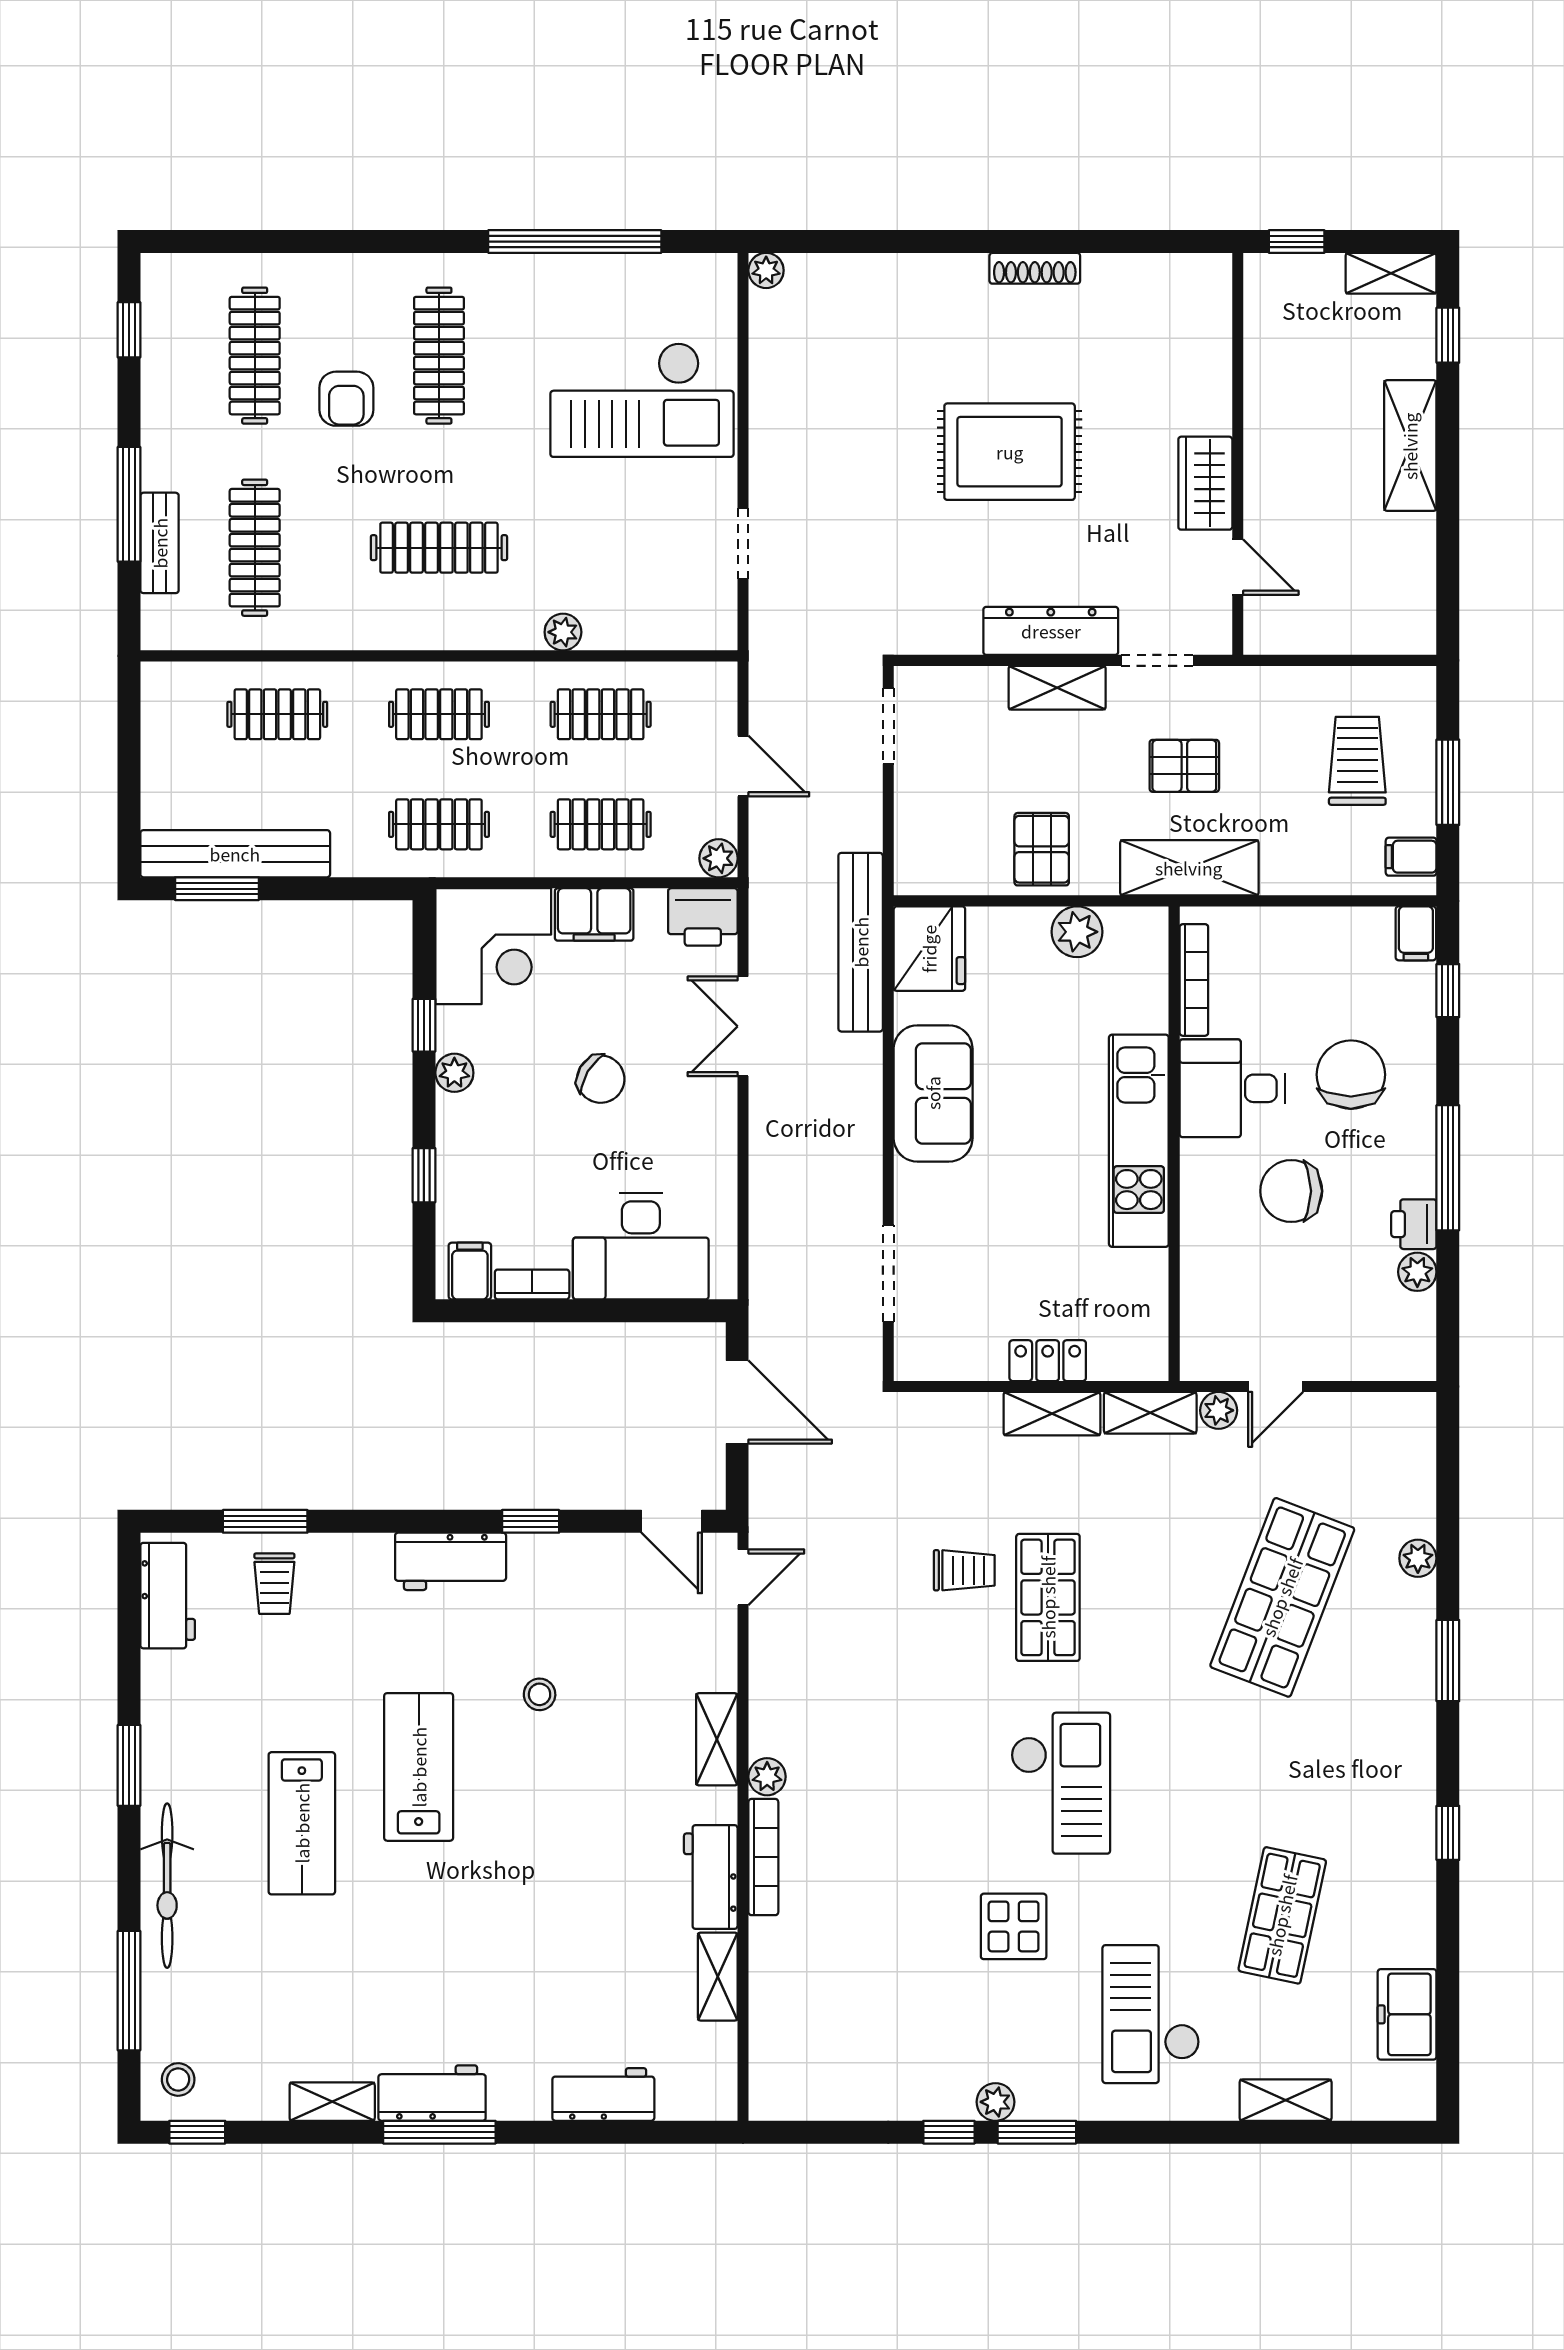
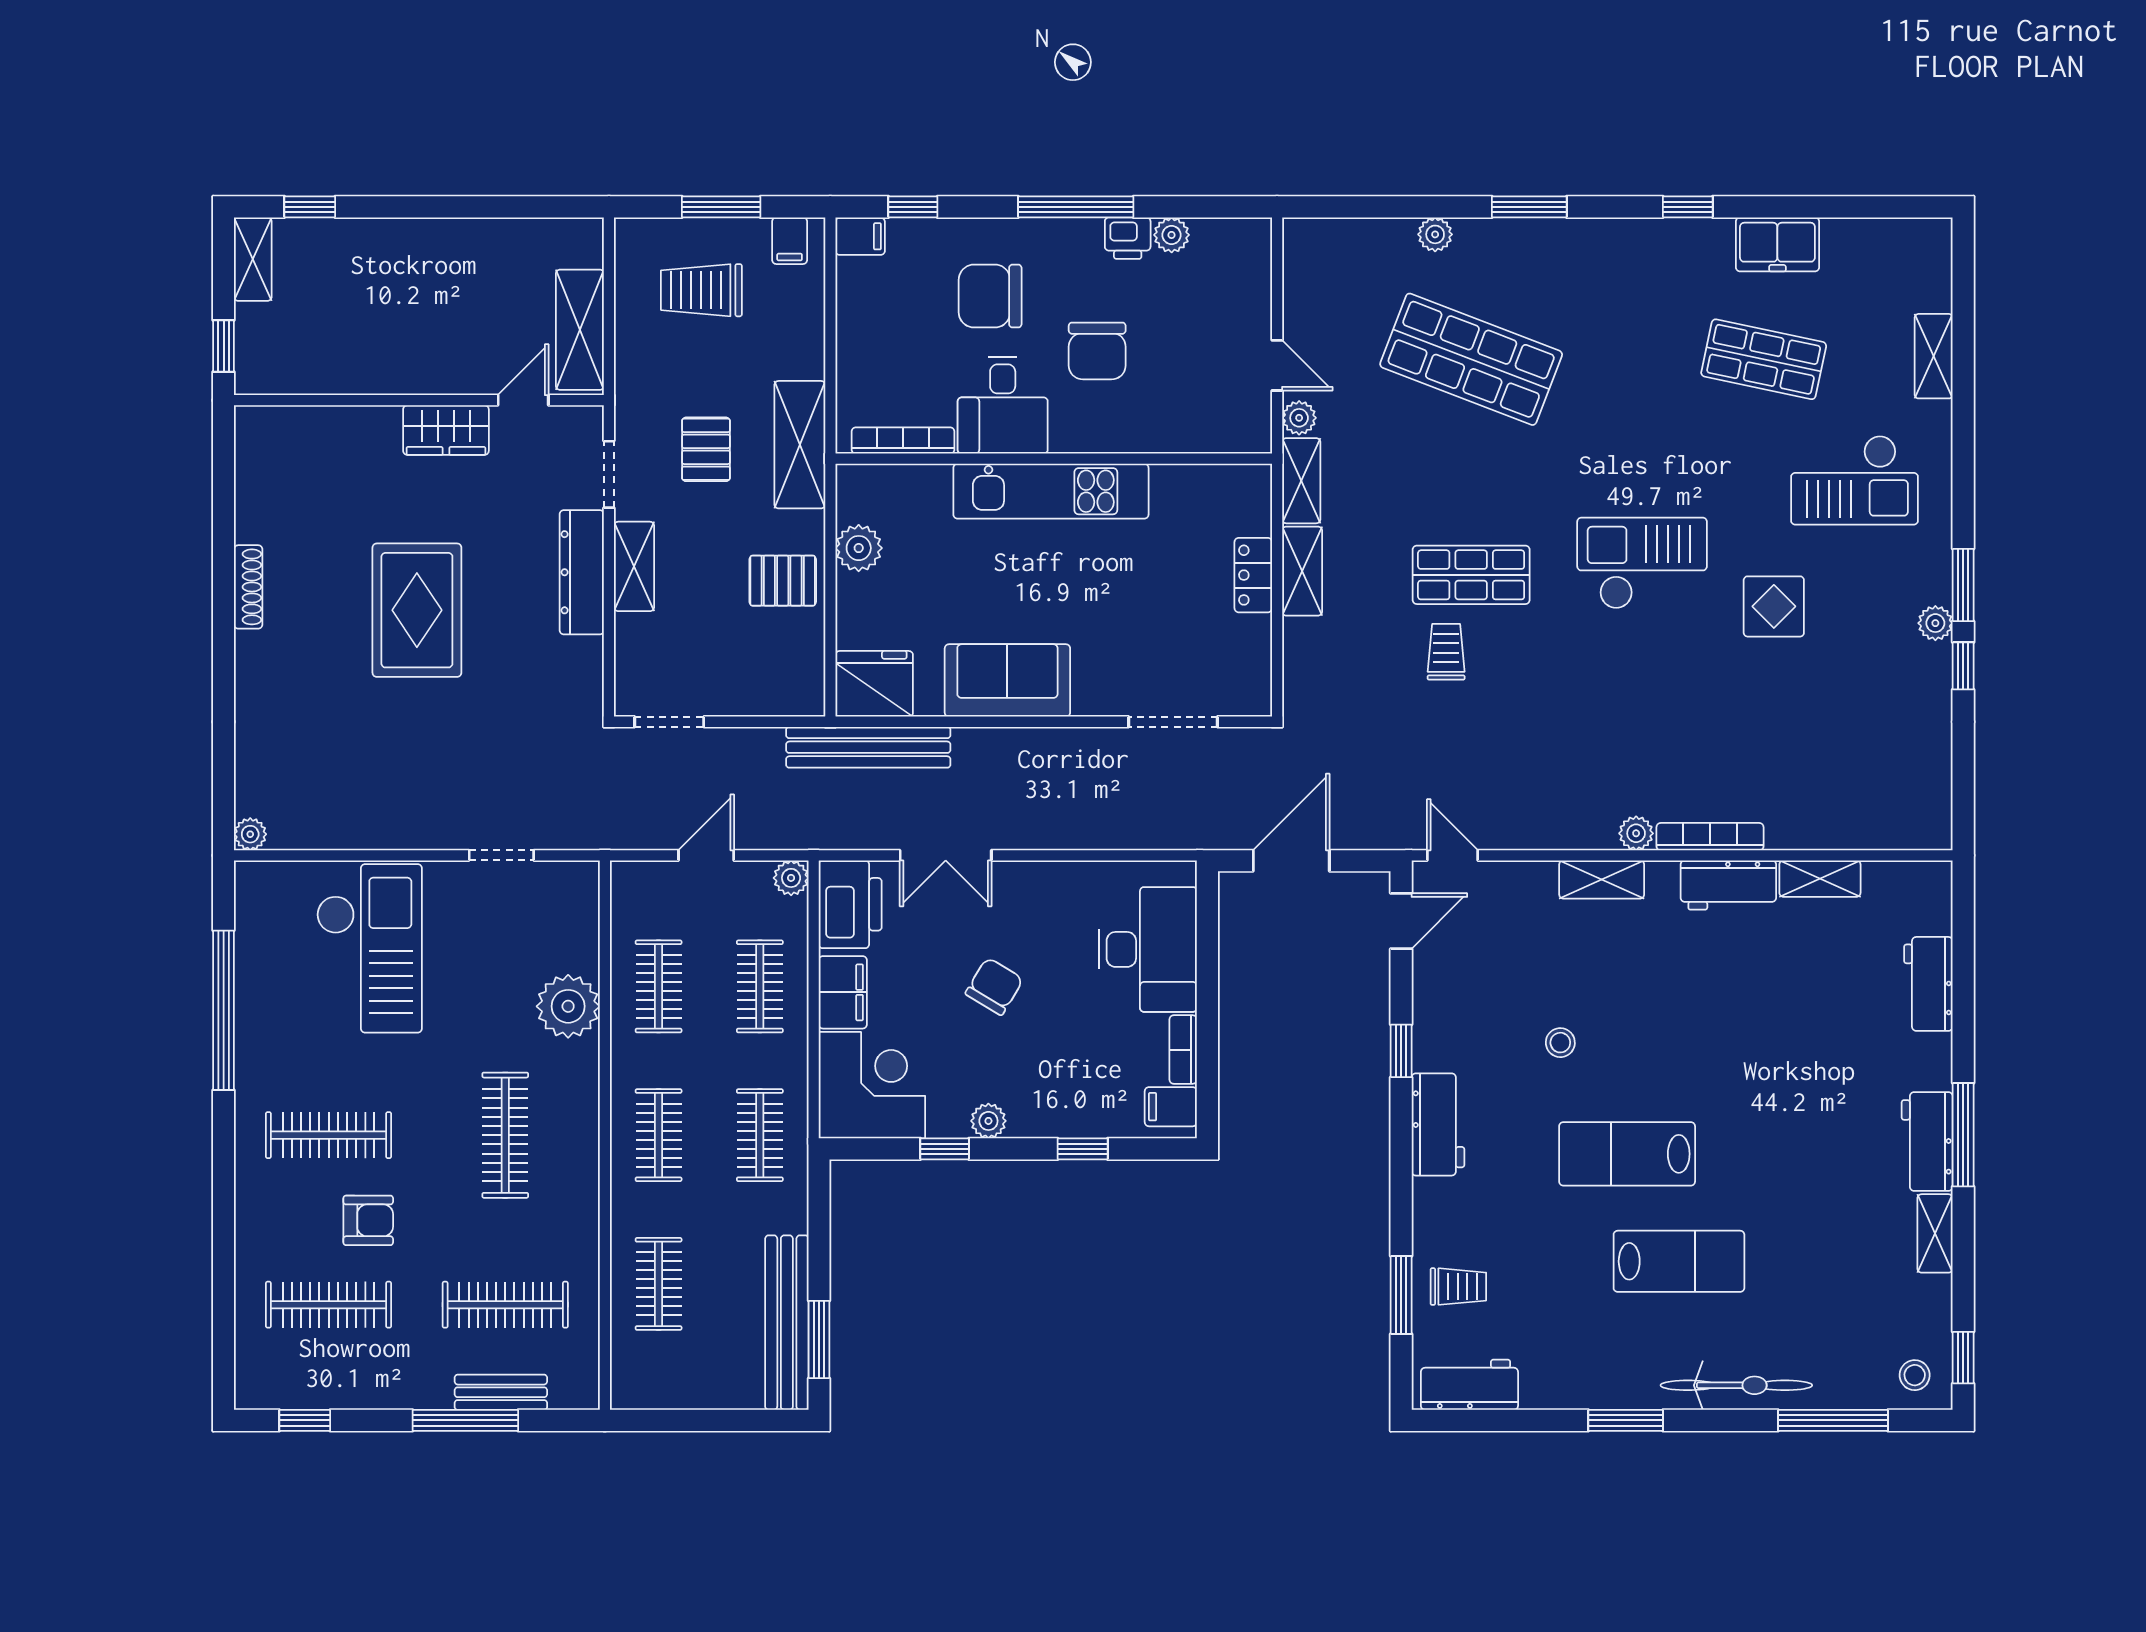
shelving: (1410, 446) -> (580, 330), moved, turned 90
plant: (563, 632) -> (568, 1006), width x1.87, depth x1.87
printer: (703, 917) -> (850, 904), width x1.37, depth x1.19
freezer: (1407, 2014) -> (1777, 244), moved

